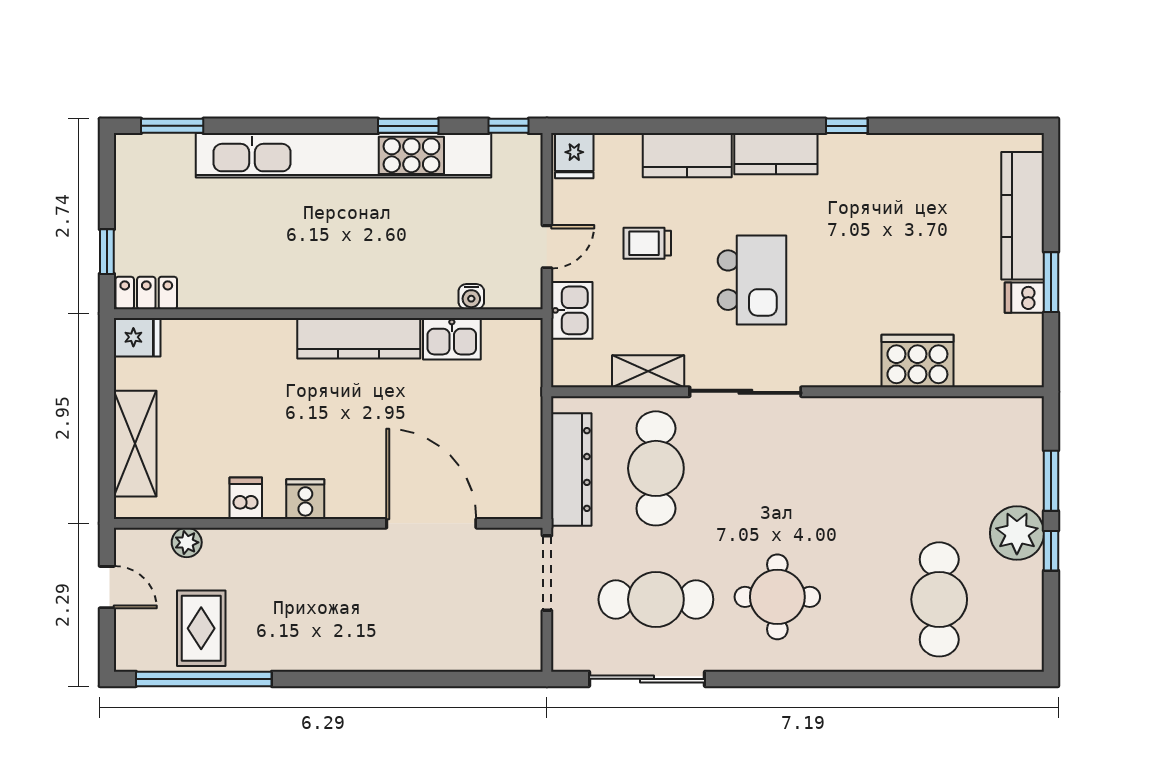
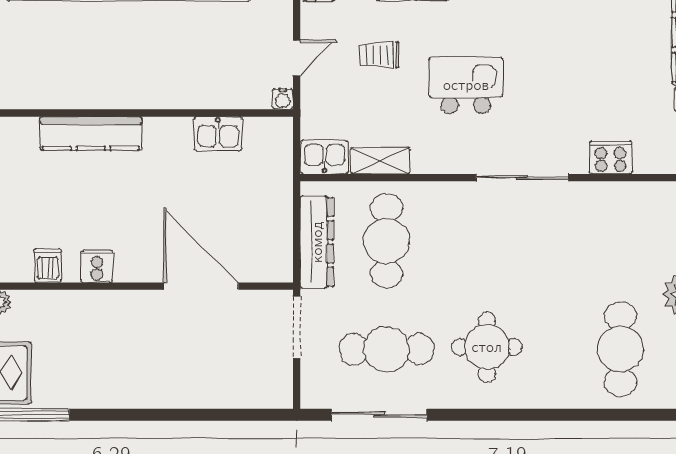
kitchen island: (752, 280) -> (466, 85), turned -90
water cooler: (471, 297) -> (283, 99), moved
kitchen sink: (572, 310) -> (325, 157), moved, turned -90
kitchen counter: (359, 338) -> (91, 133), moved
cooker: (917, 361) -> (611, 157), width x0.73, depth x0.76
sliding door: (745, 392) -> (522, 178), moved

